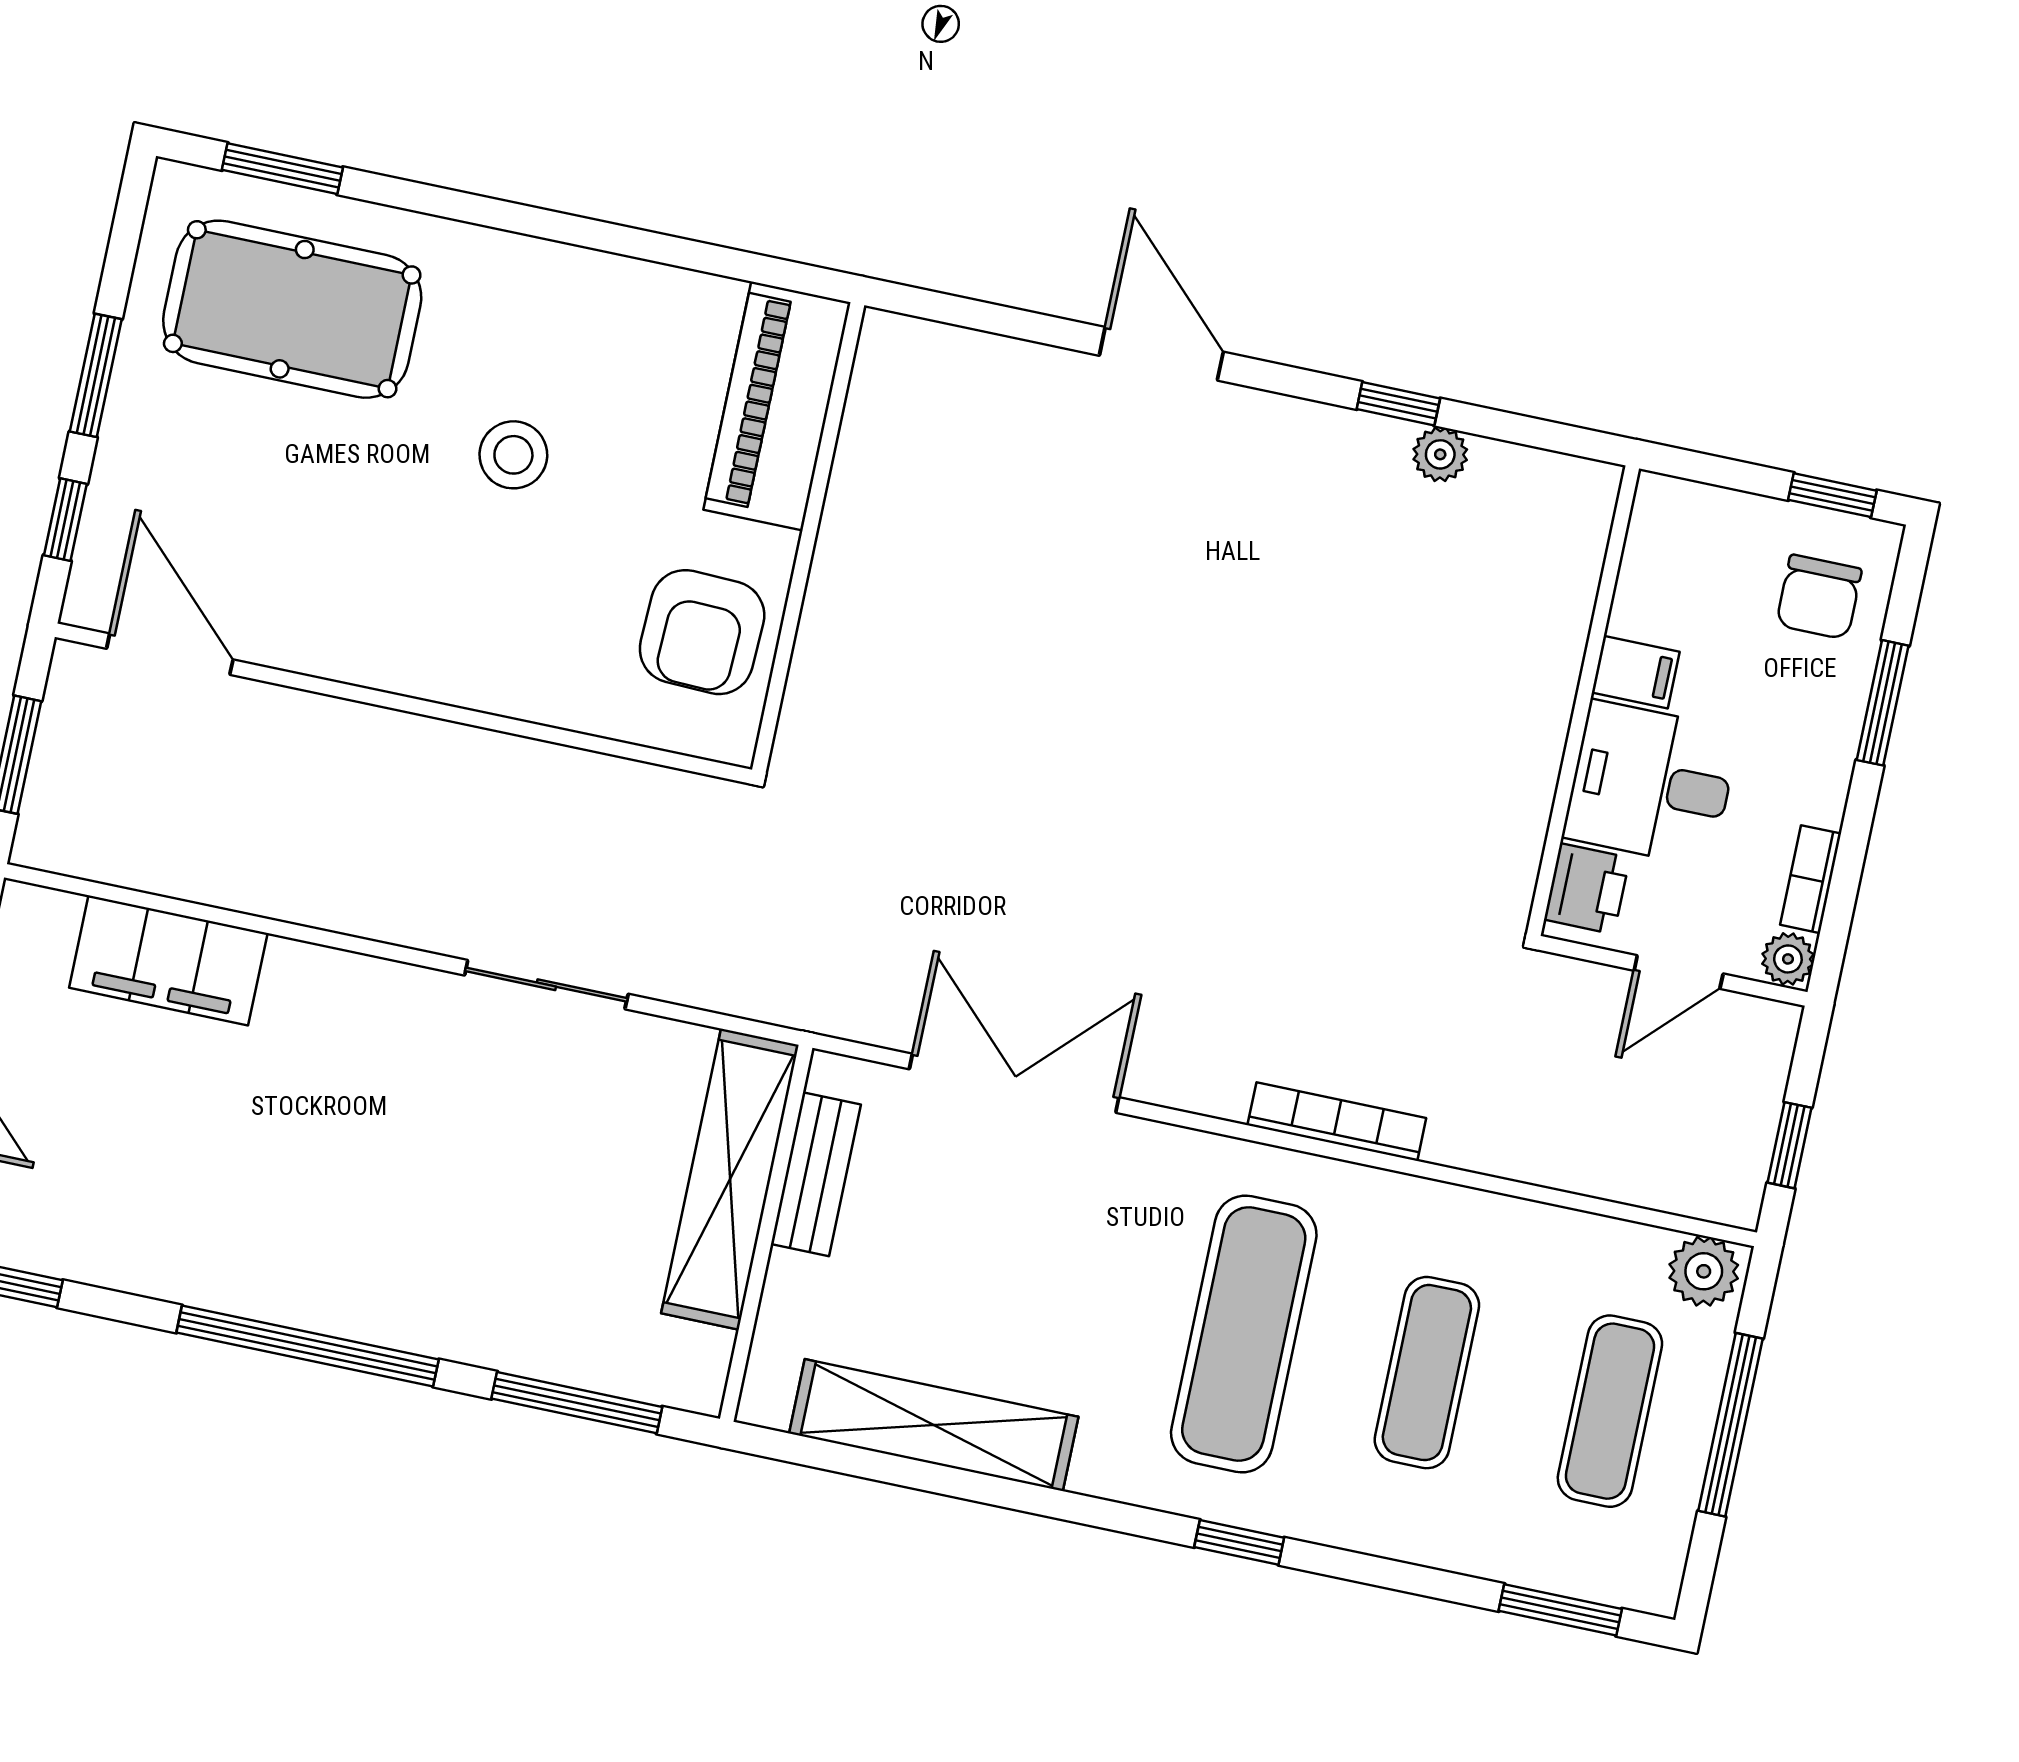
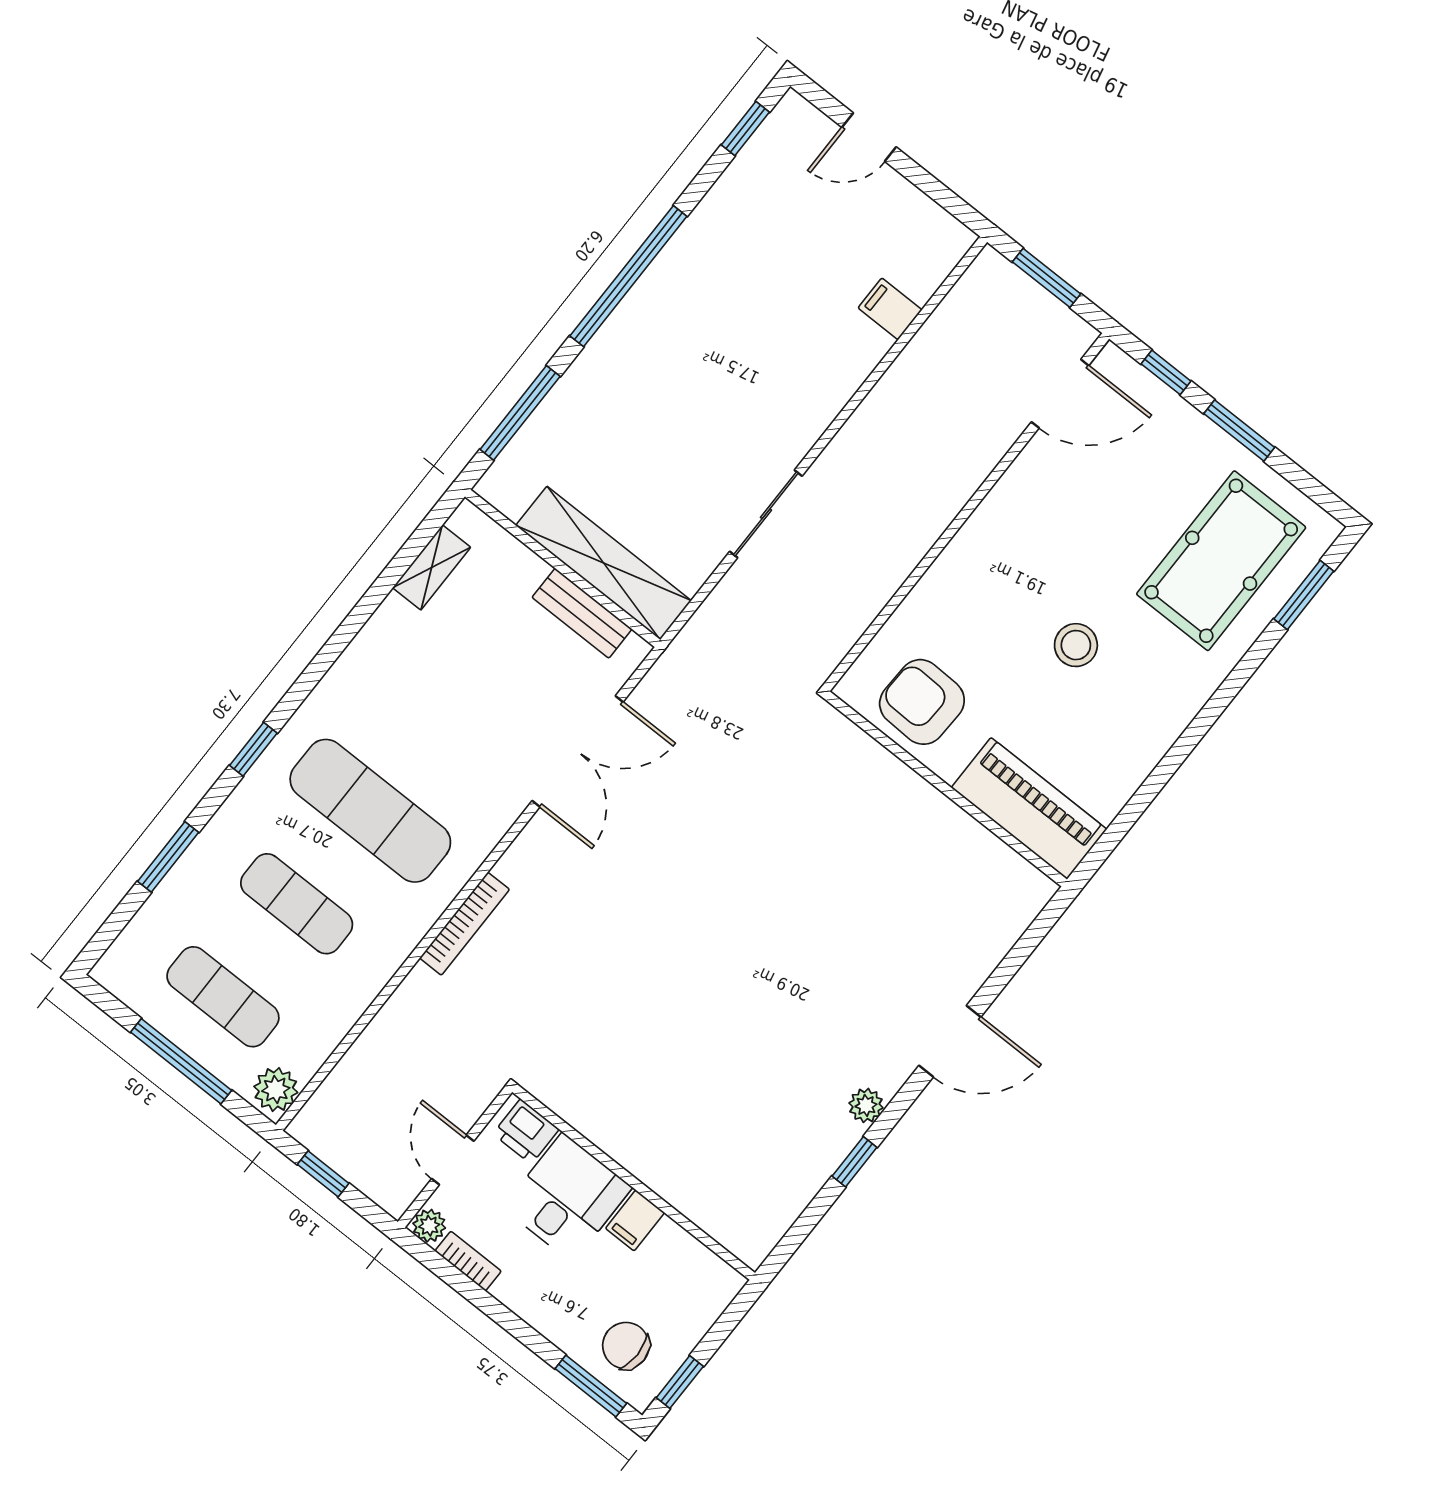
plant: (1440, 454) -> (866, 1105), moved
window: (1883, 703) -> (591, 1386), moved
filing cabinet: (168, 960) -> (890, 309), width x0.33, depth x0.86
shelving: (934, 1425) -> (432, 567), width x0.45, depth x0.75
window: (1560, 1610) -> (168, 857), moved

